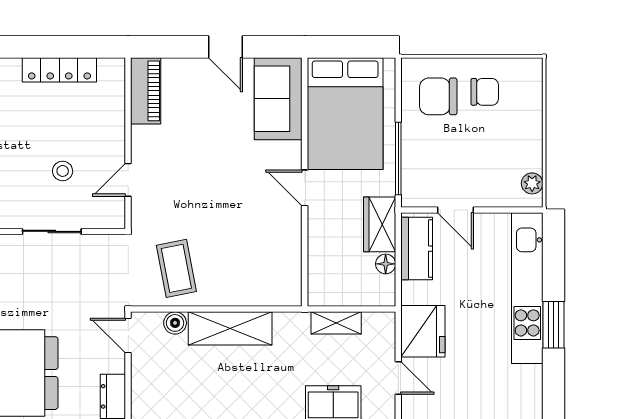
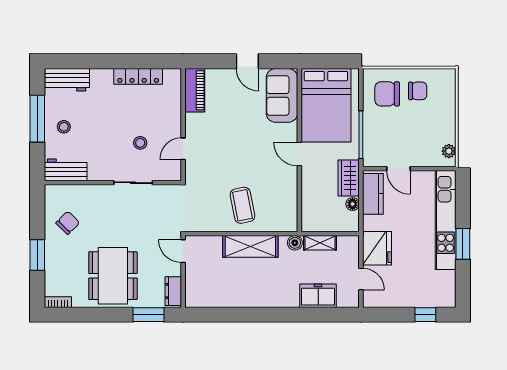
coffee table: (176, 268) -> (242, 205), moved
boiler: (175, 323) -> (295, 243), moved

